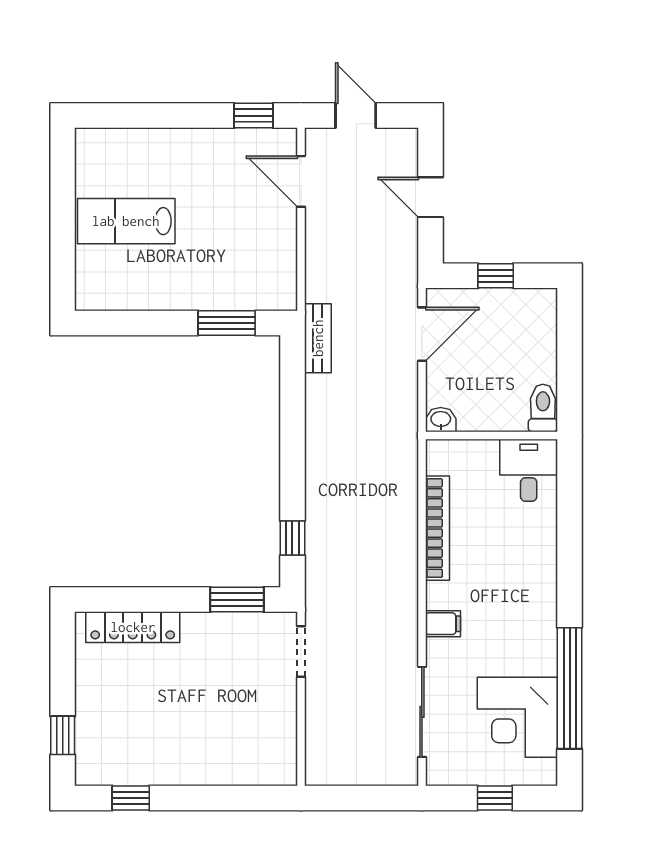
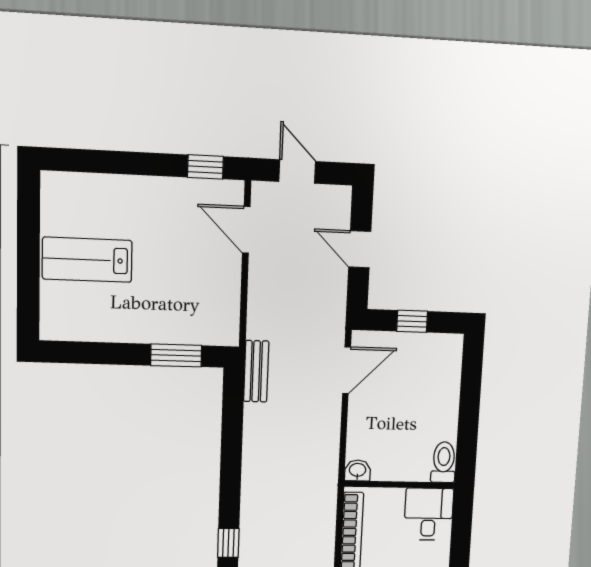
toilet: (543, 408) -> (444, 462), moved
washbasin: (441, 420) -> (358, 470), moved
wall: (492, 436) -> (399, 485), moved
desk: (529, 470) -> (429, 514), moved

